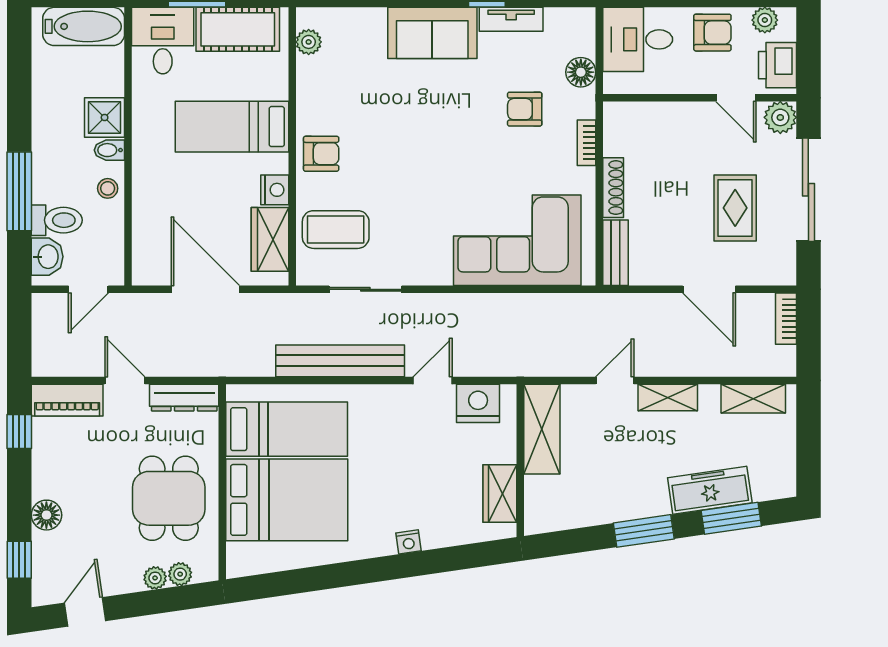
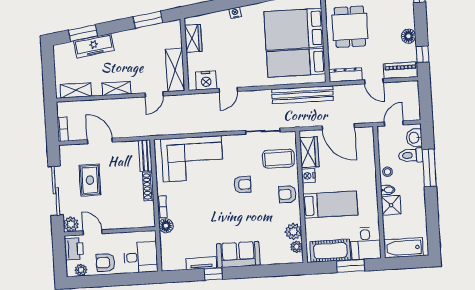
floor lamp: (581, 72) -> (166, 226), moved
plant: (313, 74) -> (293, 232), added
armchair: (525, 109) -> (243, 185), moved
bench: (340, 361) -> (303, 95), moved
door: (615, 381) -> (154, 94), moved
floor lamp: (46, 515) -> (409, 36), moved
window: (644, 531) -> (148, 20), moved

